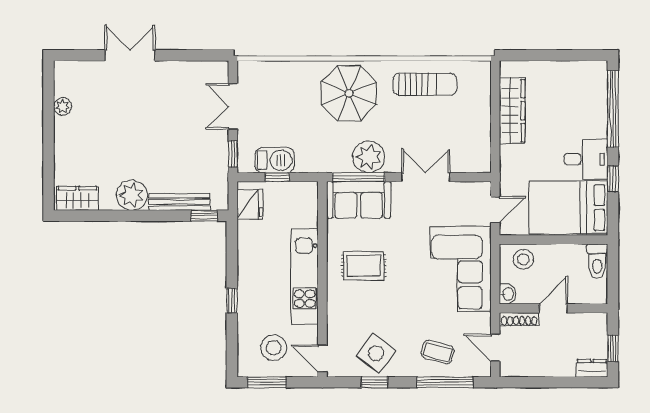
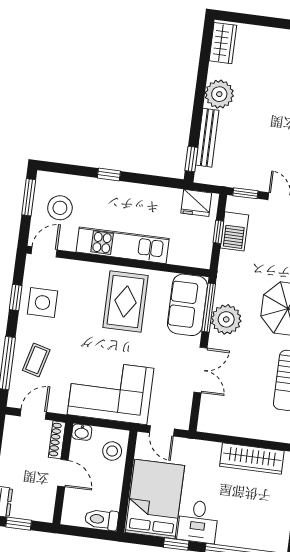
rug: (364, 266) -> (125, 301), width x1.36, depth x1.43
side table: (376, 353) -> (42, 303), turned -37

